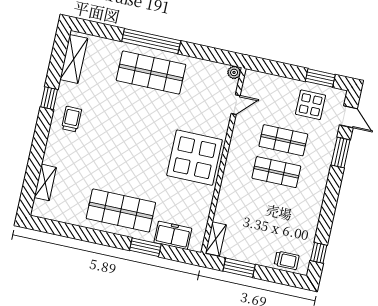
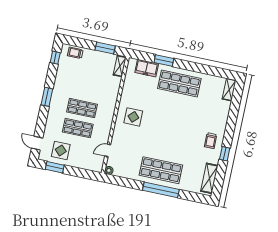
window: (341, 153) -> (47, 97), moved
display table: (195, 158) -> (133, 117), width x0.54, depth x0.54
shelving: (45, 182) -> (229, 90), moved

